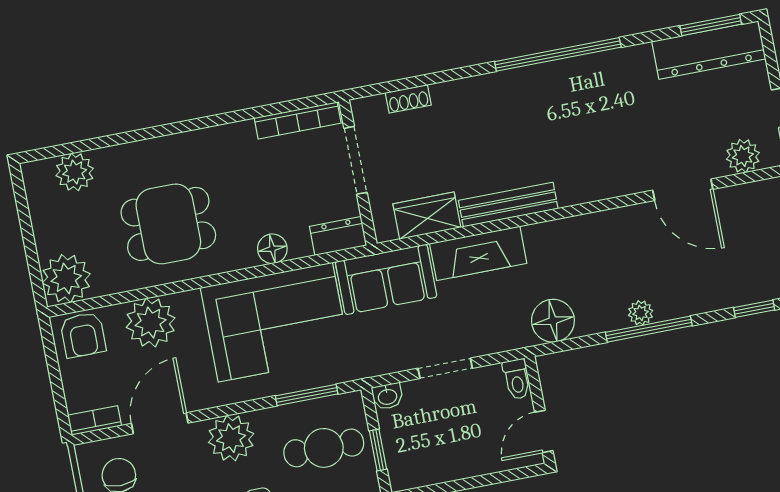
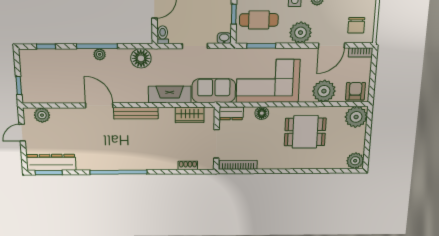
plant: (75, 172) -> (355, 161), moved
door: (683, 190) -> (99, 105), moved
bench: (508, 205) -> (136, 113), moved

